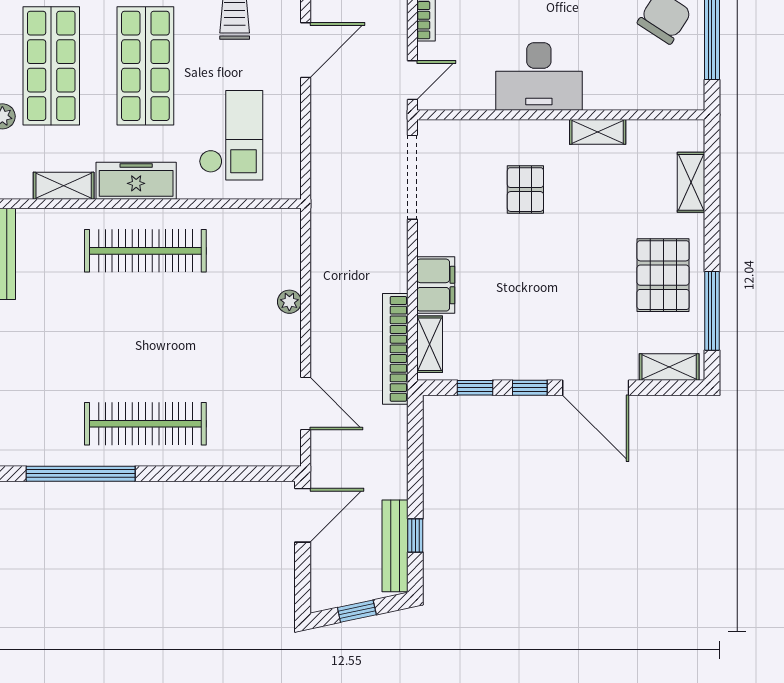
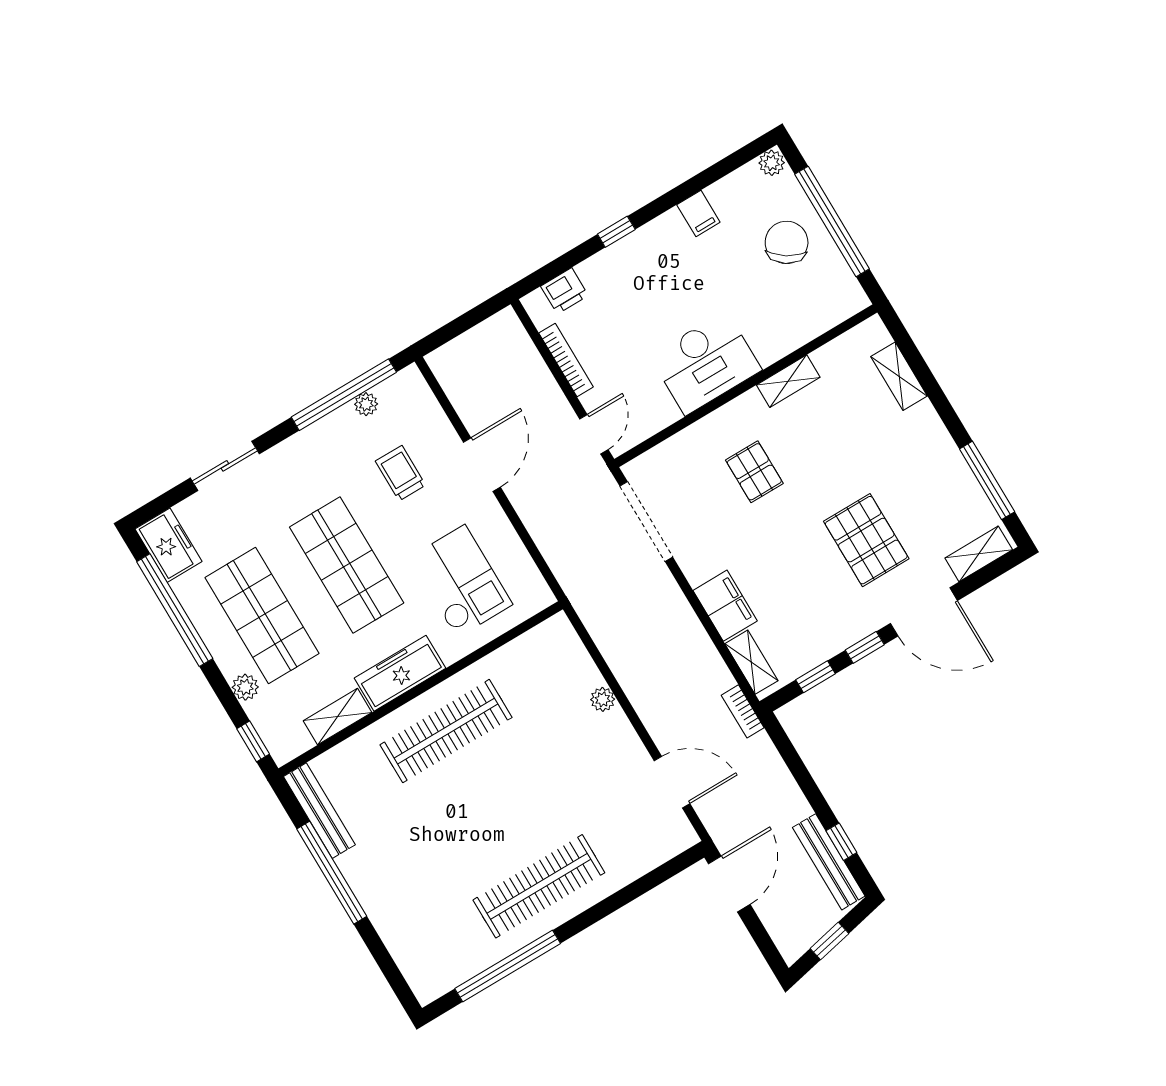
pallet: (663, 275) -> (866, 540), moved
bookcase: (395, 349) -> (743, 711), width x0.43, depth x0.76

